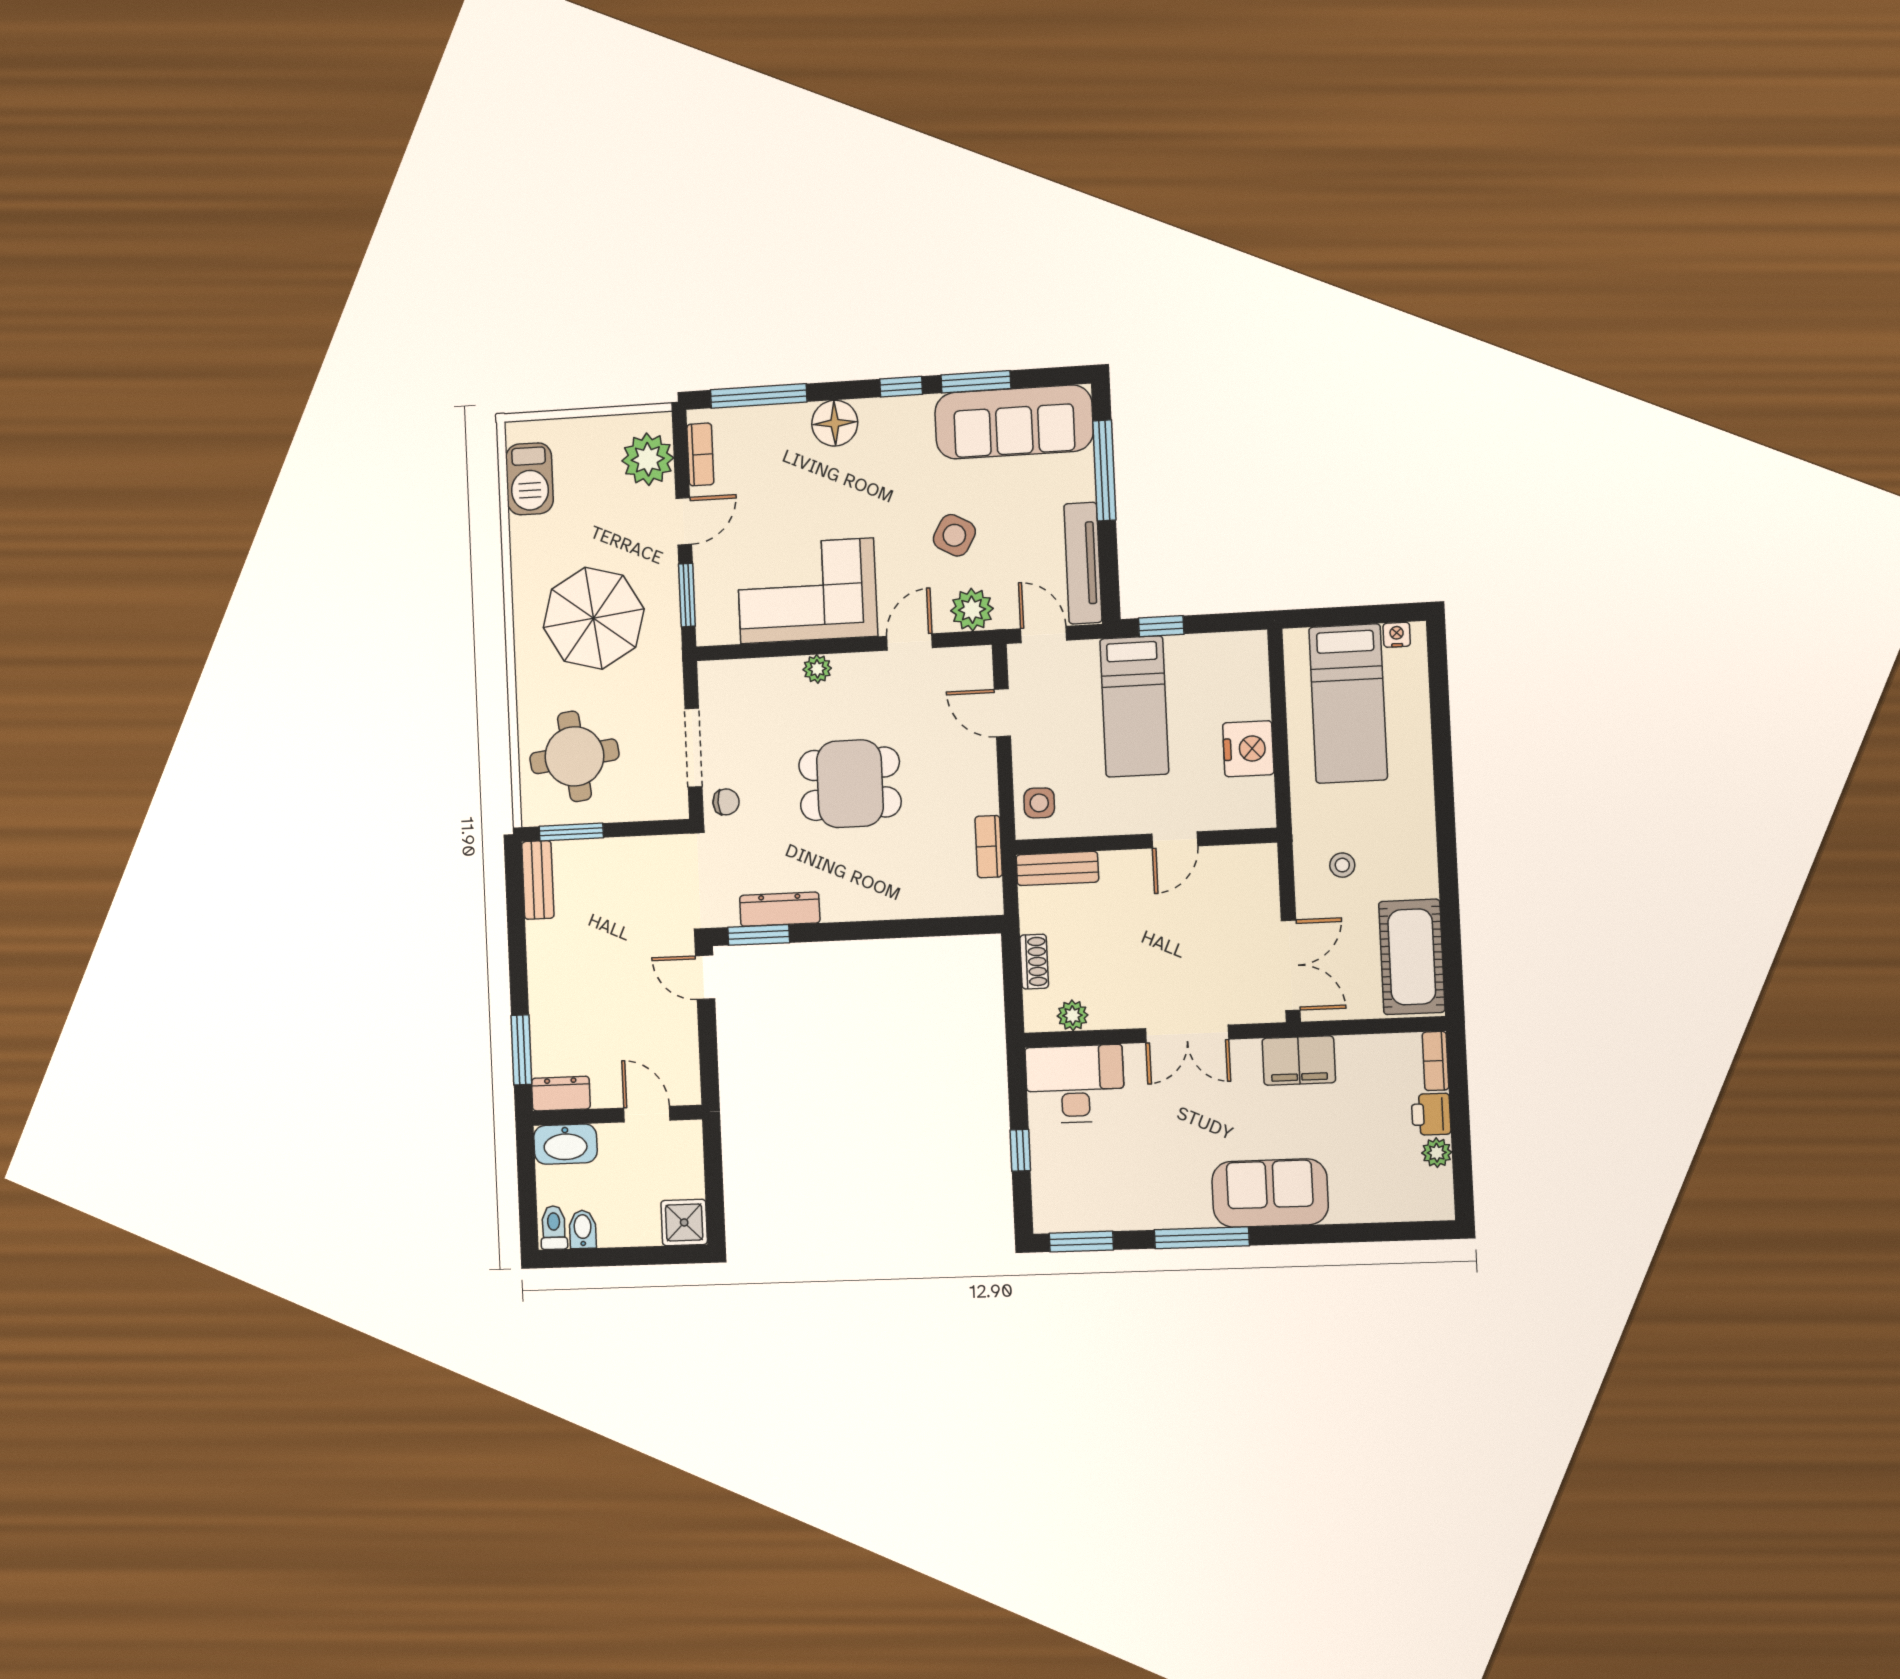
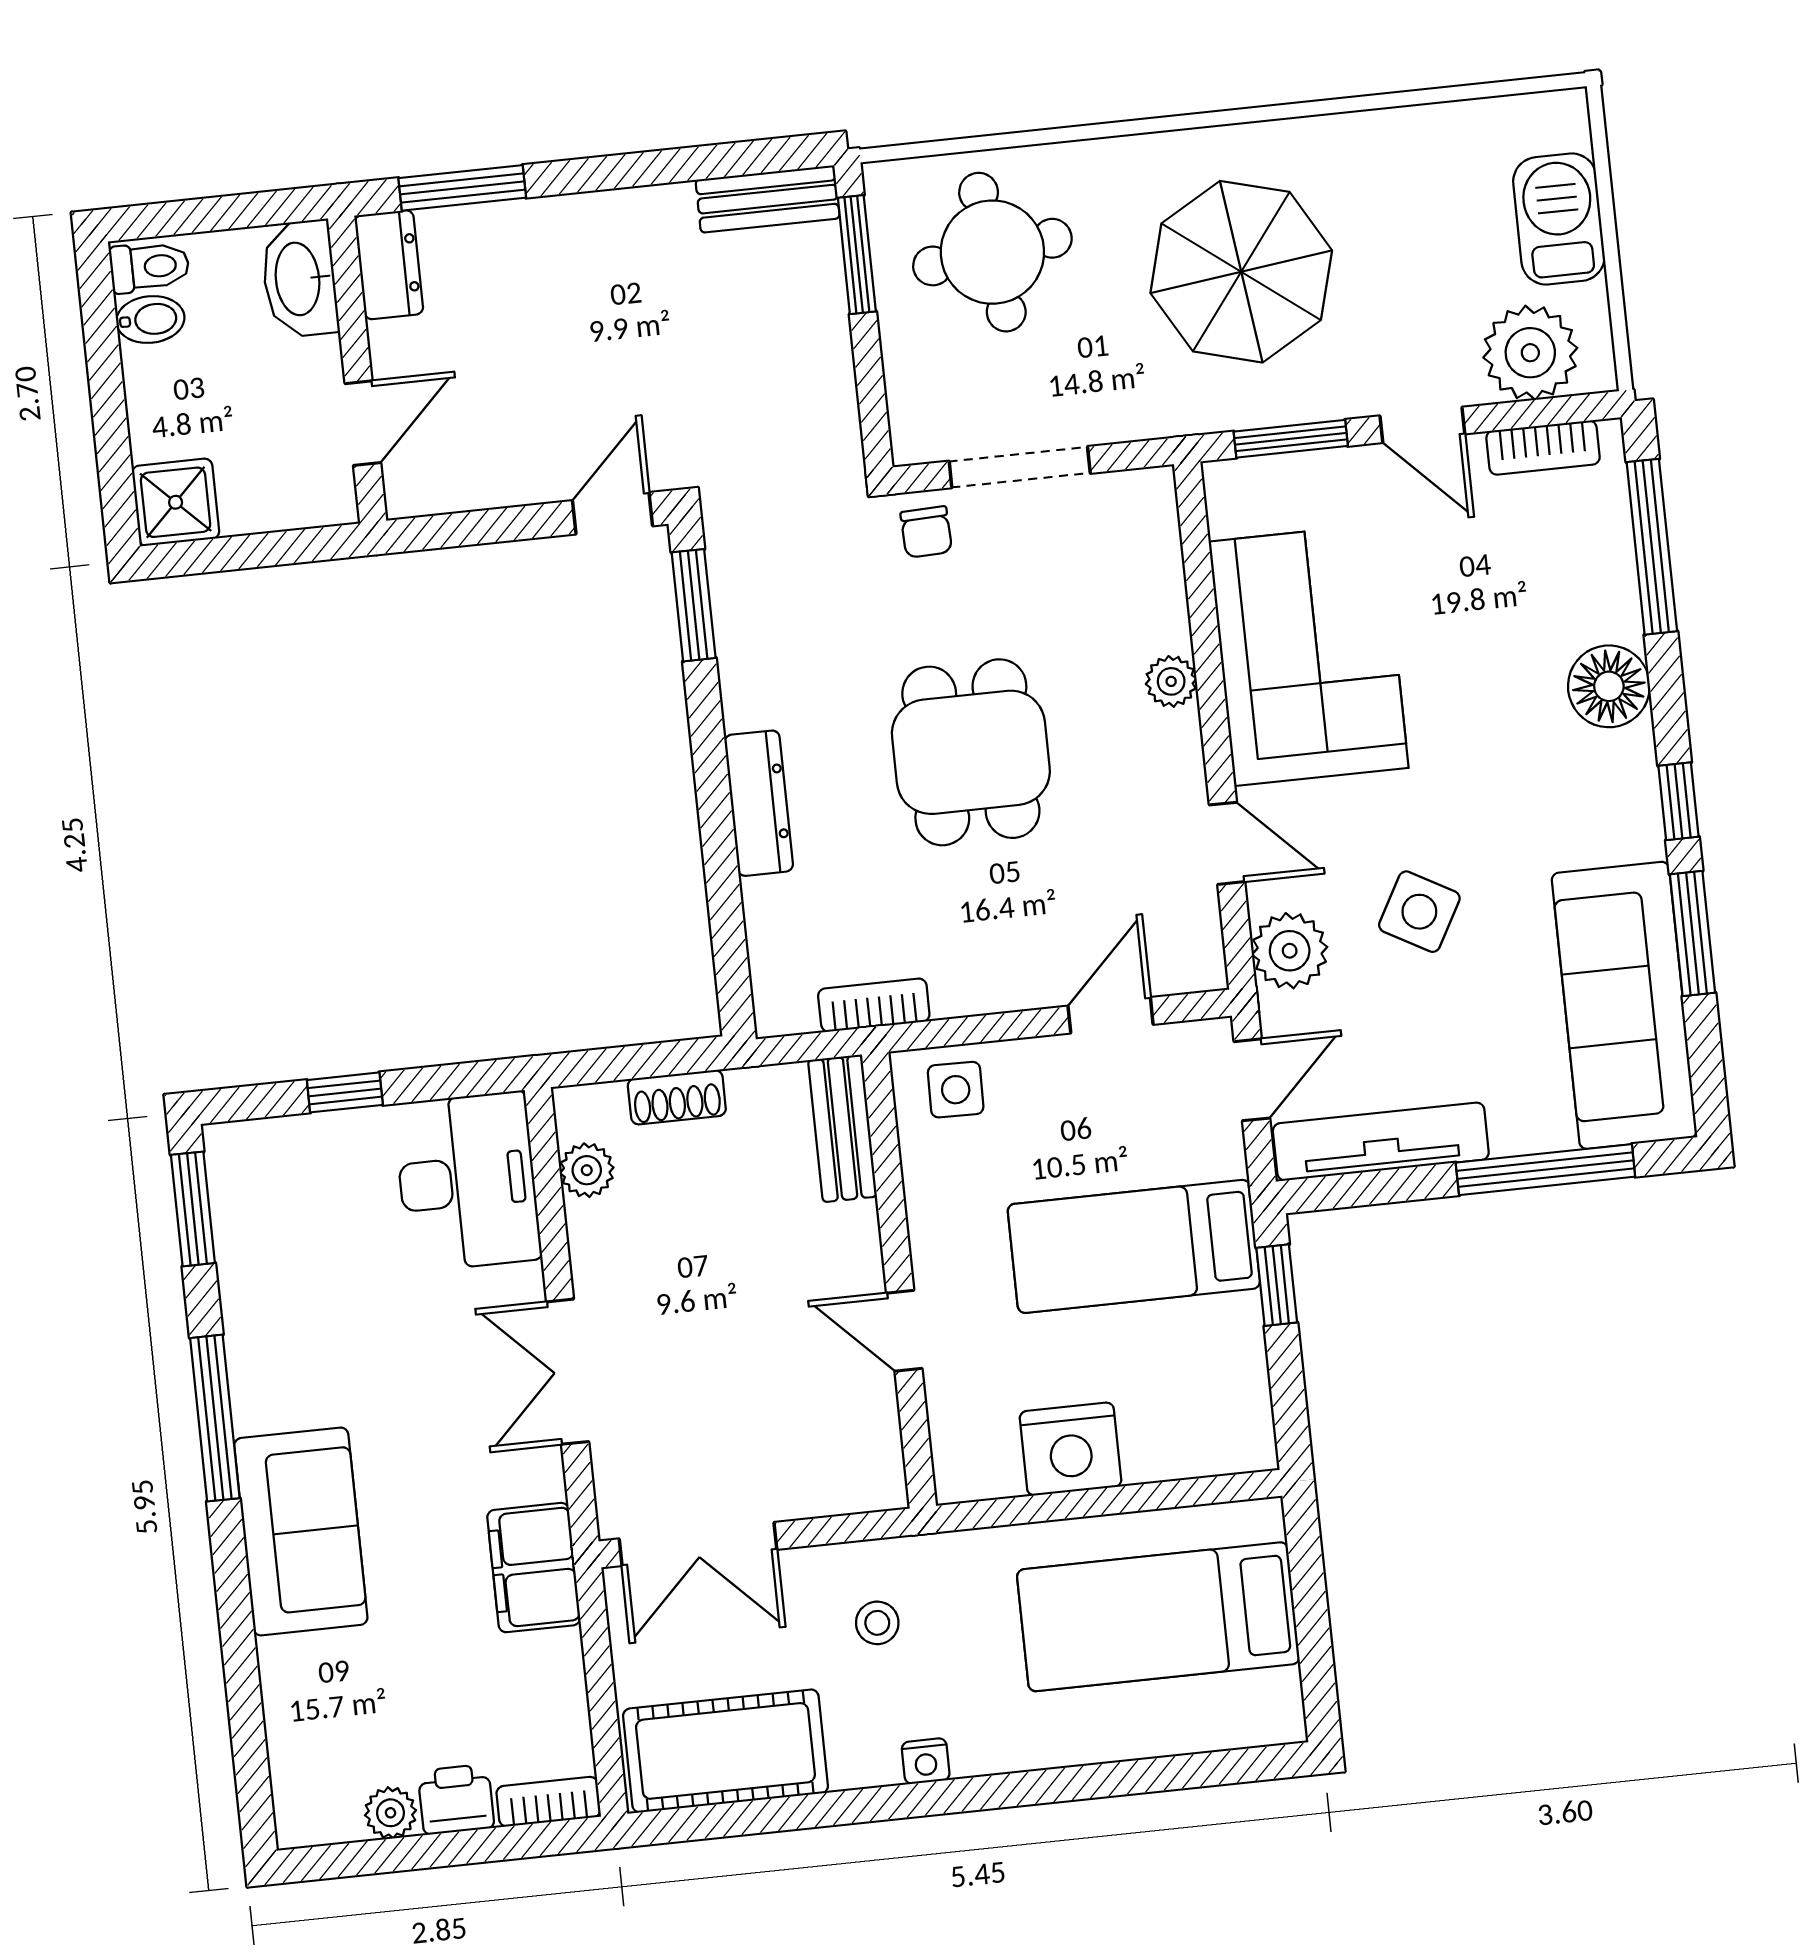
barbecue: (529, 479) -> (1559, 219), moved, turned 90
nightstand: (1397, 635) -> (926, 1761), moved, turned 90
dresser: (780, 909) -> (759, 803), moved

